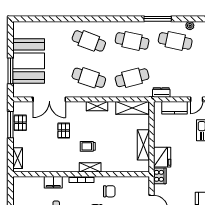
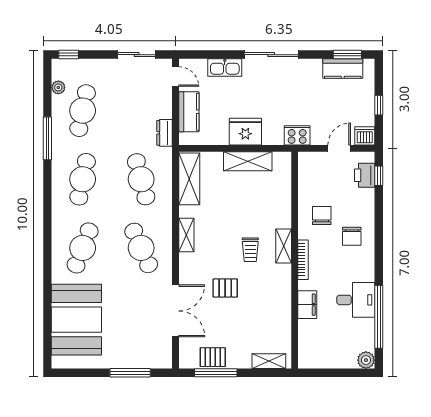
booth: (29, 61) -> (76, 320), moved, turned 90
cafe table: (89, 78) -> (141, 248), turned -42
fridge: (162, 157) -> (245, 132), moved

